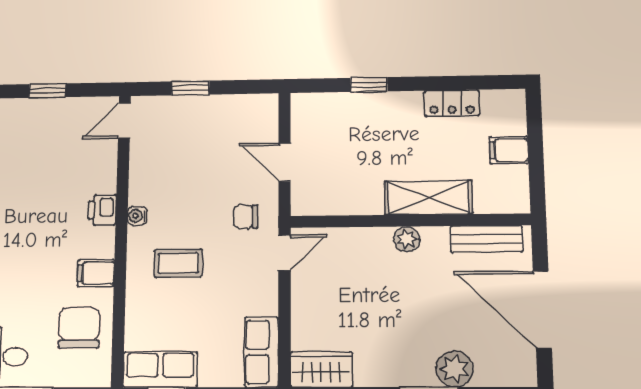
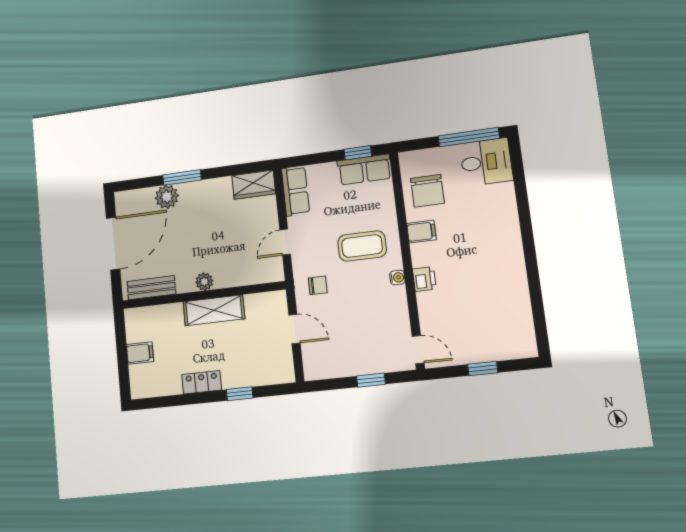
locker: (452, 103) -> (202, 382), moved
door: (124, 121) -> (418, 350), hinge flipped
shelving: (428, 198) -> (214, 310), moved
door: (284, 253) -> (285, 242), moved
coffee table: (178, 263) -> (362, 246), width x1.36, depth x1.30
door: (542, 310) -> (113, 244), hinge flipped

